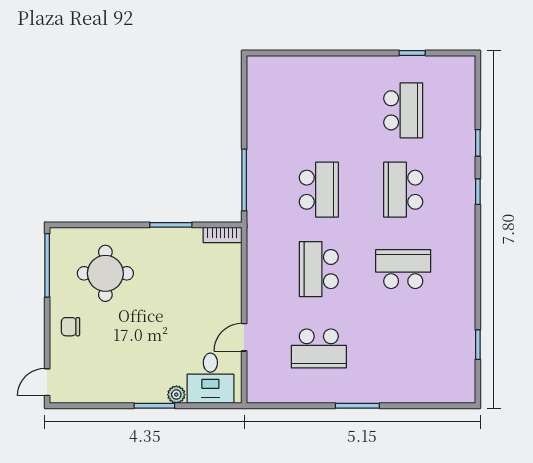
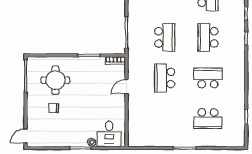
chair: (70, 327) -> (54, 108), moved
door: (244, 337) -> (126, 87), moved
school desk: (319, 348) -> (208, 119), moved

